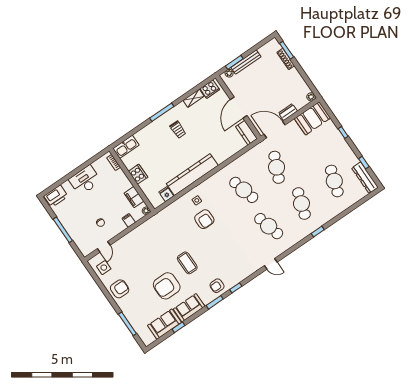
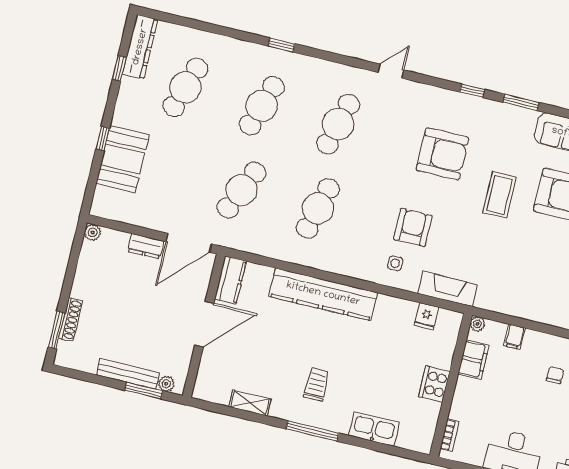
cooker: (210, 89) -> (215, 391), removed
booth: (312, 118) -> (123, 159), moved, turned 90
door: (275, 129) -> (189, 243), hinge flipped
kitchen sink: (126, 147) -> (374, 429), moved
kitchen counter: (192, 175) -> (323, 294), moved
cafe table: (244, 190) -> (318, 208), turned 30
fireplace: (169, 211) -> (448, 289), added
cafe table: (269, 226) -> (338, 124), turned 30
door: (271, 264) -> (391, 71), hinge flipped
armchair: (217, 286) -> (442, 154), moved, width x1.88, depth x1.88

